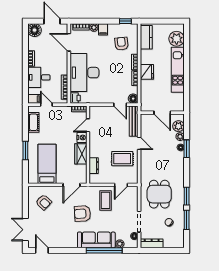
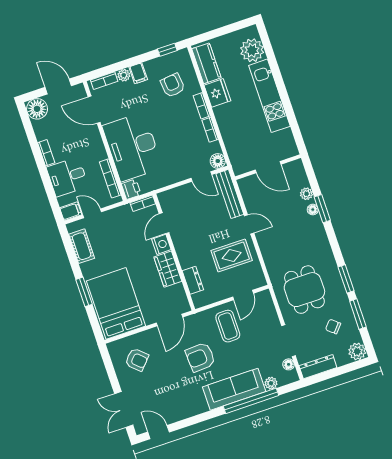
fridge: (147, 72) -> (217, 93), moved
plant: (178, 126) -> (357, 351), moved
bed: (47, 164) -> (116, 303), width x1.50

